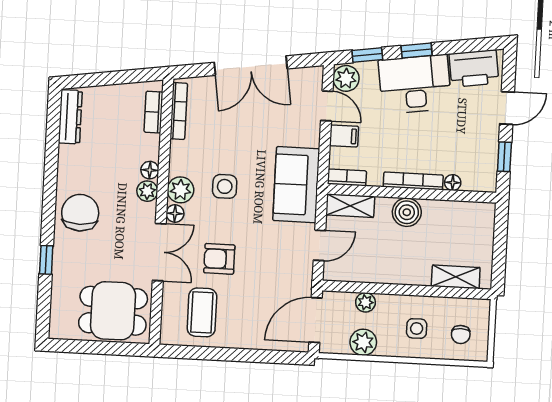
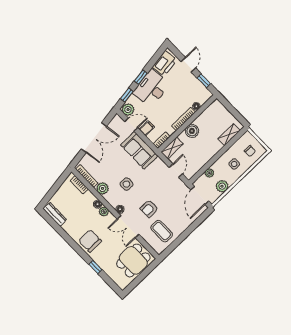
sofa: (296, 185) -> (139, 150), moved
plant: (180, 190) -> (102, 188), moved
double door: (159, 252) -> (128, 227), swing flipped

